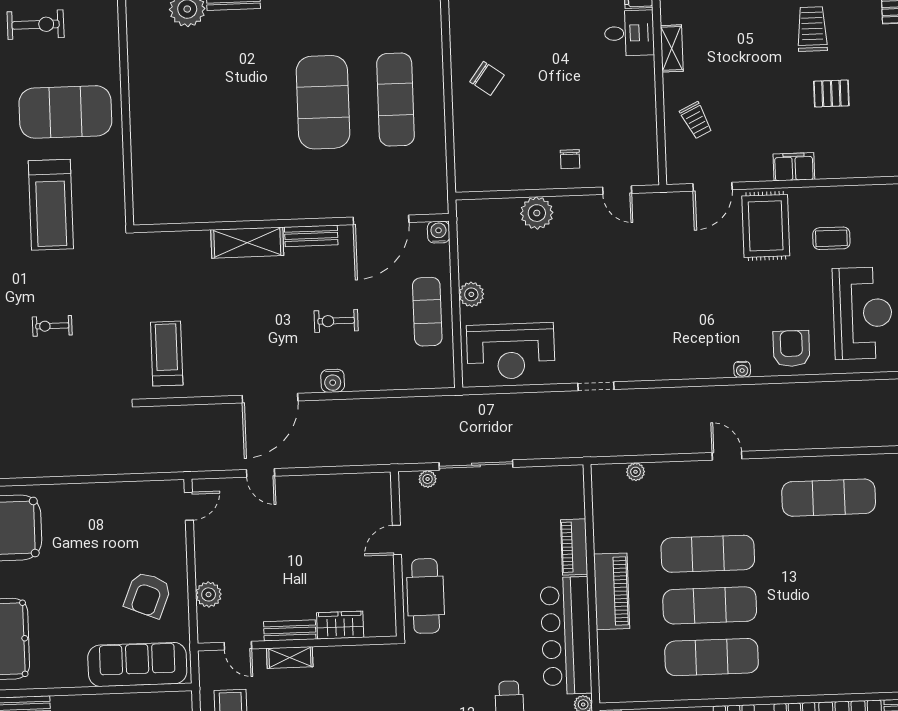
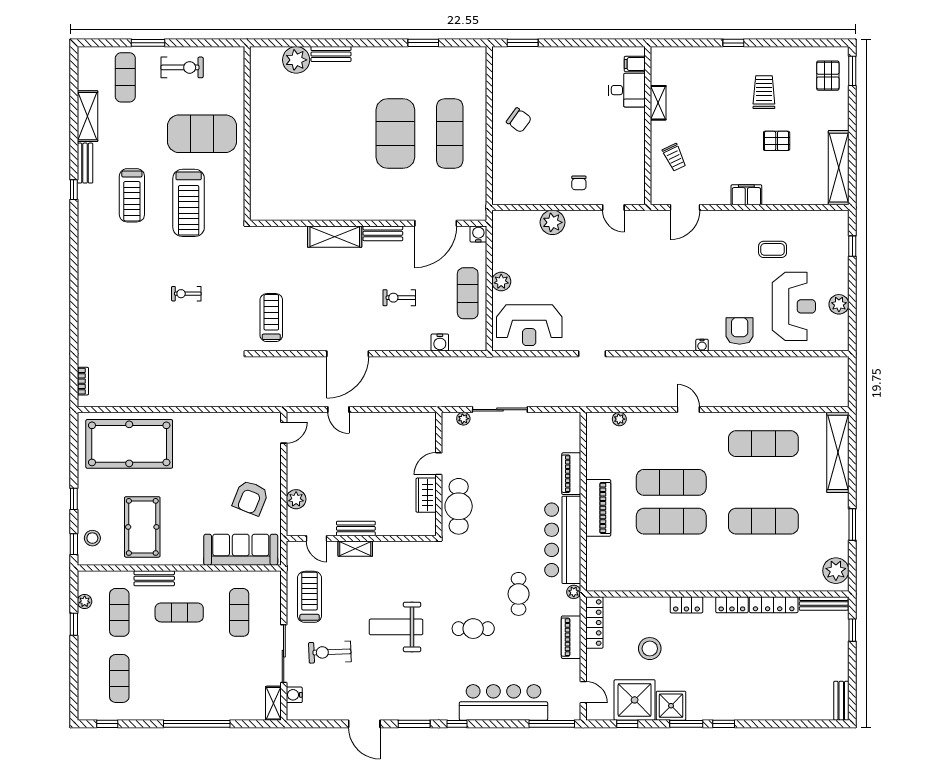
rug: (766, 226) -> (724, 238), removed
water cooler: (333, 381) -> (440, 343), moved
wardrobe: (340, 625) -> (426, 495), moved, turned -90
exercise mat: (712, 657) -> (763, 521), moved

